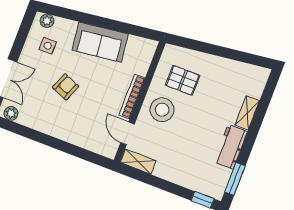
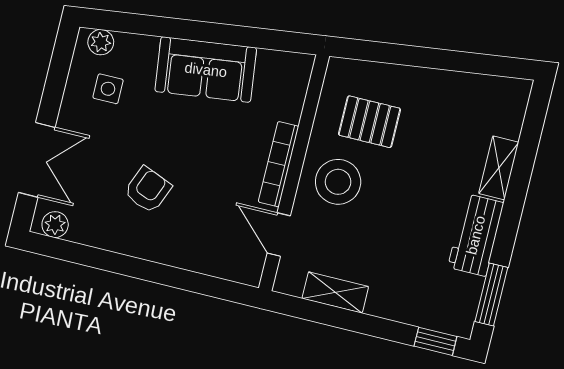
armchair: (66, 87) -> (148, 190), moved
shelving: (138, 162) -> (335, 292), moved

